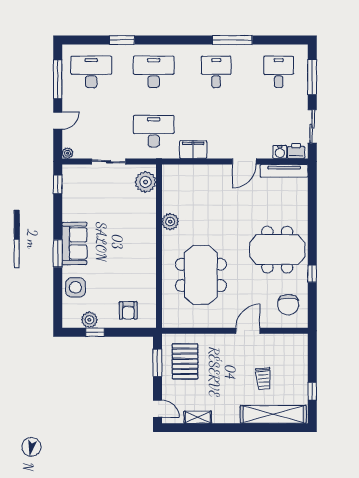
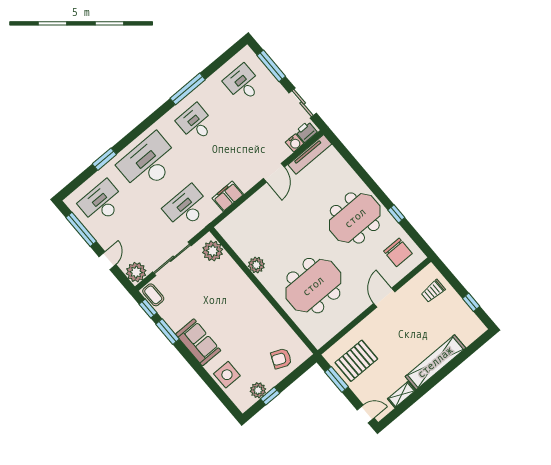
desk: (154, 72) -> (149, 163), width x1.36, depth x1.30
plant: (68, 153) -> (136, 272), width x1.87, depth x1.87
sliding door: (109, 162) -> (172, 259), width x1.37
coffee table: (71, 177) -> (153, 295), added
window: (58, 253) -> (168, 332), moved
meeting table: (201, 275) -> (313, 286), turned 90
armchair: (128, 310) -> (281, 359), turned 113
pallet: (185, 361) -> (356, 361), turned 90
trolley: (264, 379) -> (433, 291), moved, turned 95
shelving: (273, 414) -> (435, 362), moved

